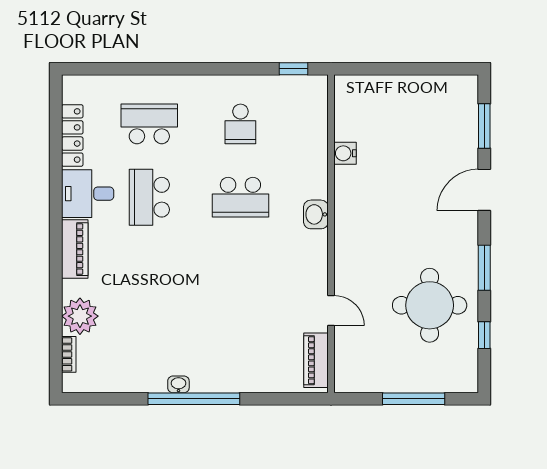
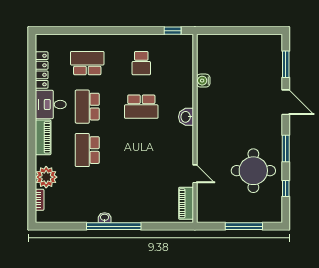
door: (484, 190) -> (286, 102), swing flipped
school desk: (149, 270) -> (87, 150), added

